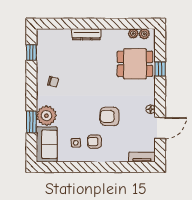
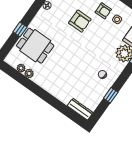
dresser: (86, 34) -> (80, 109), moved
plant: (144, 34) -> (29, 73), moved
window: (31, 53) -> (111, 95), moved

